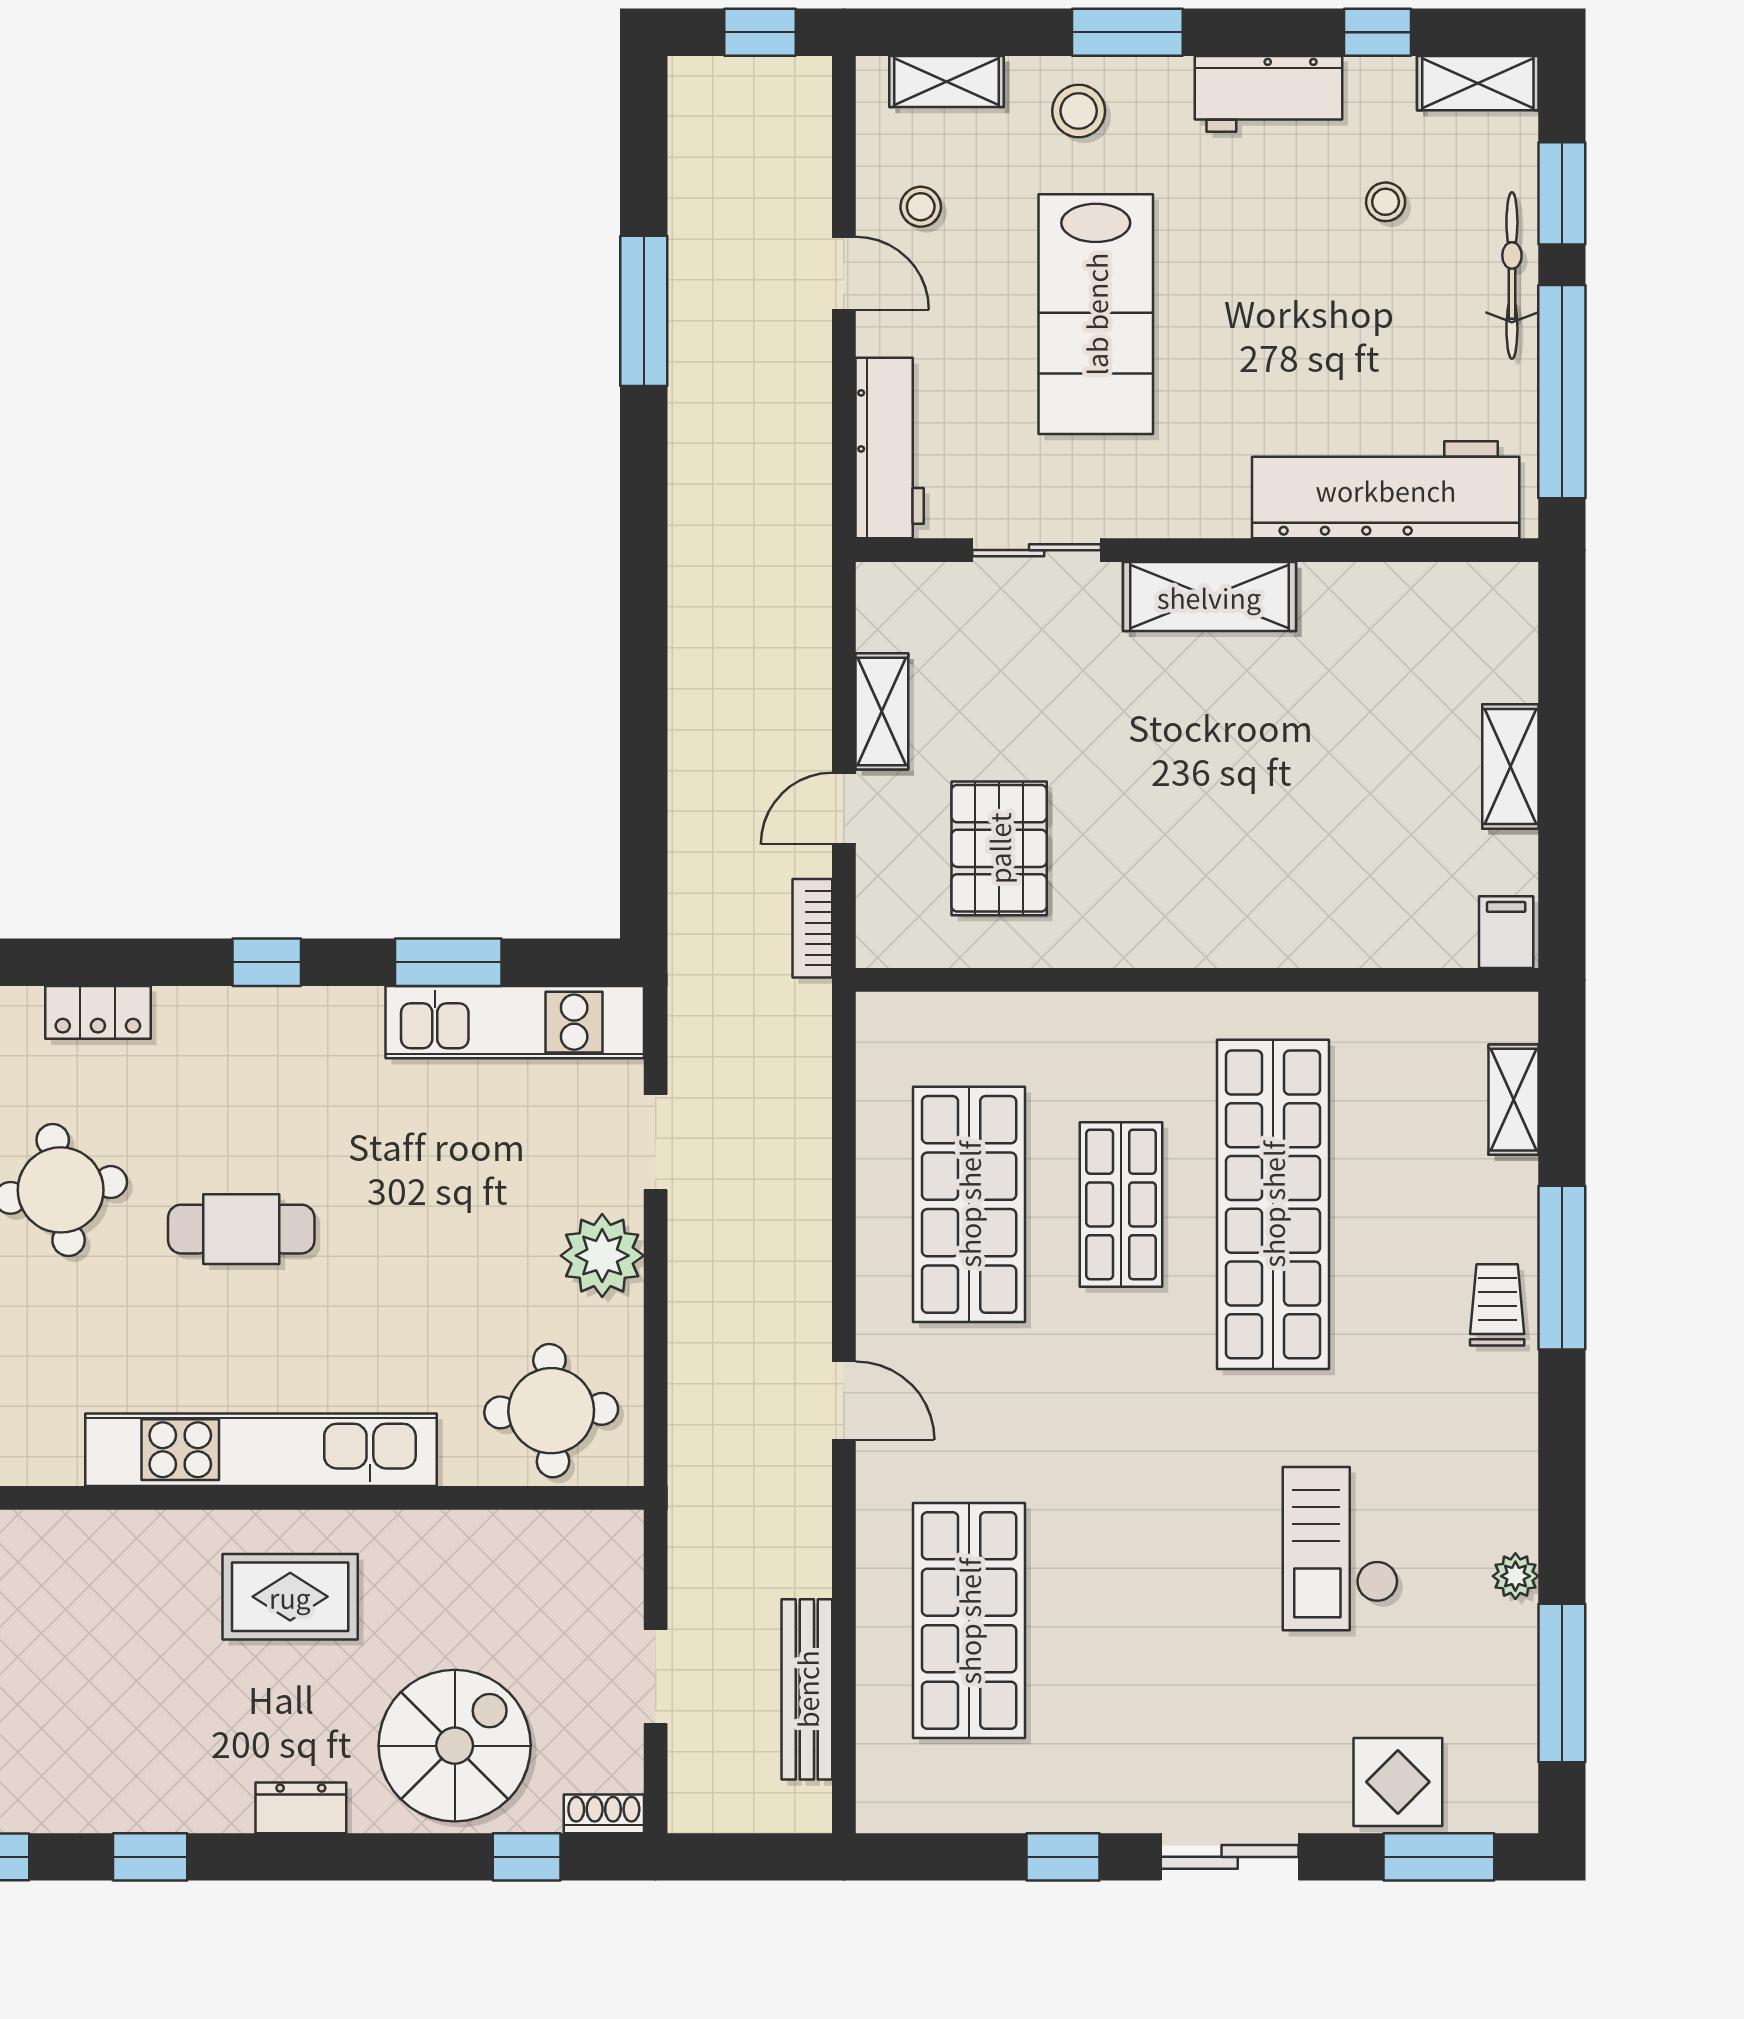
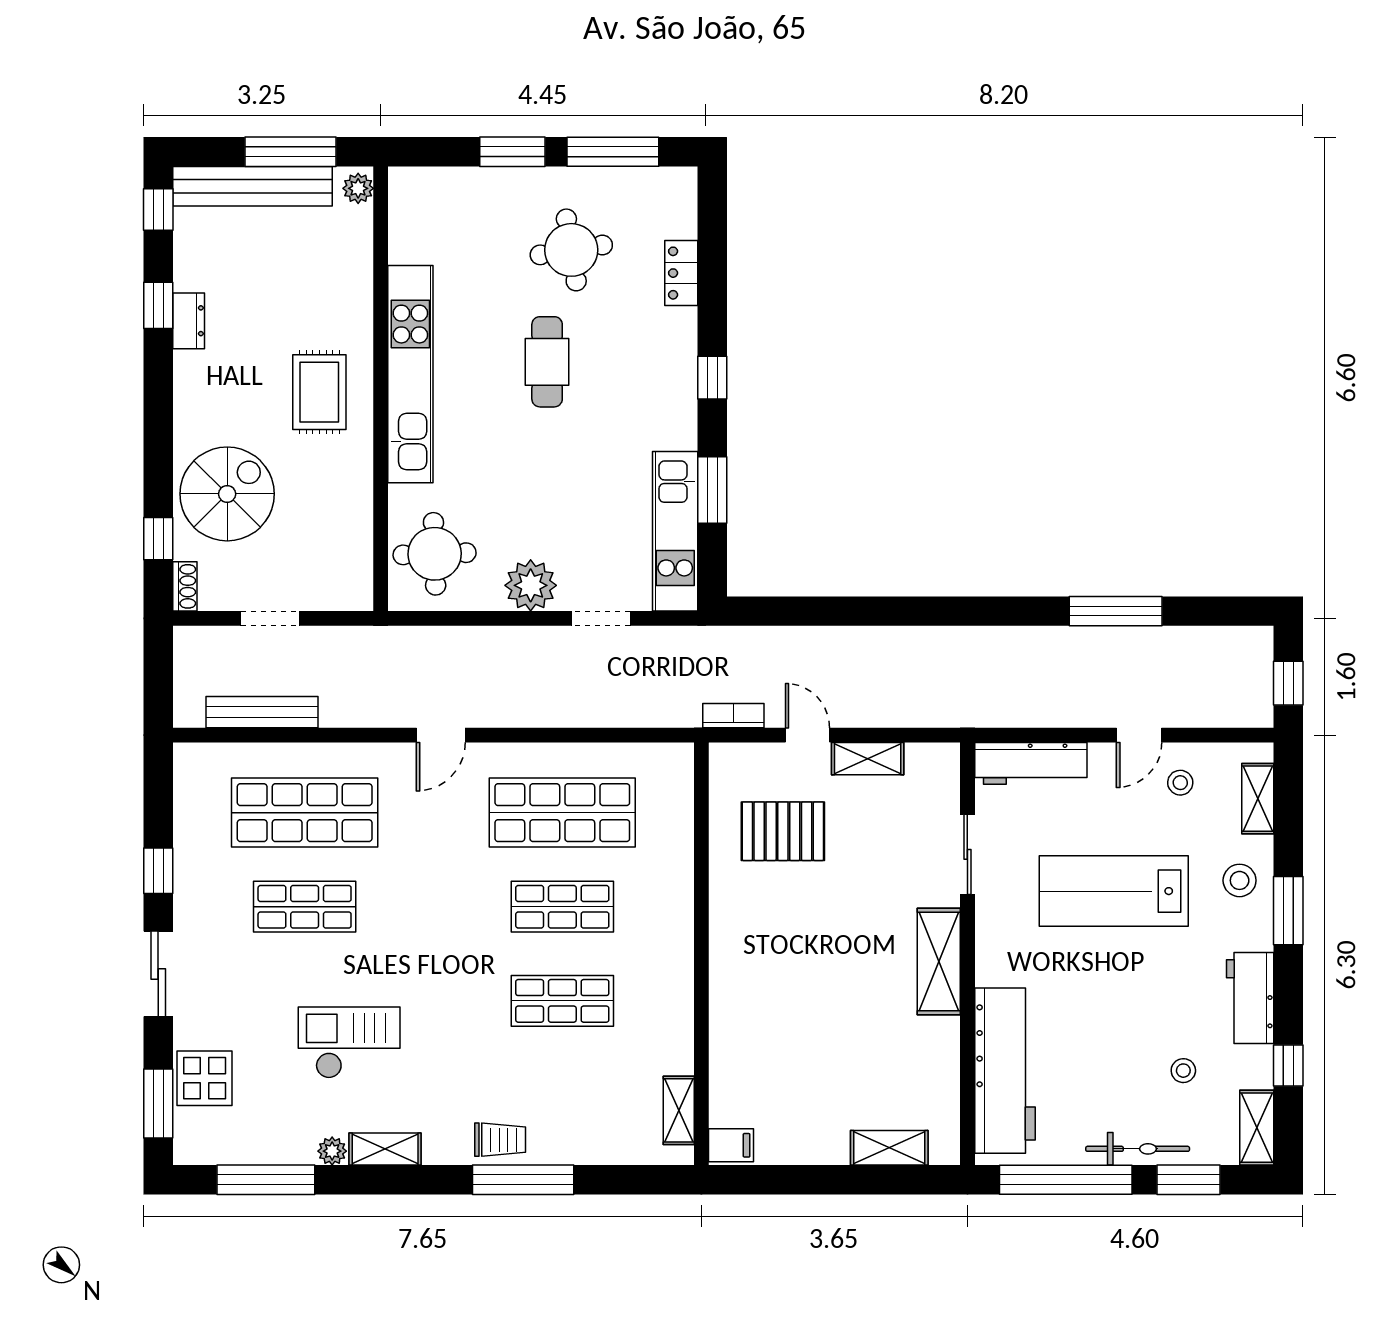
shelving: (1510, 766) -> (889, 1148), moved
shelving: (1514, 1100) -> (679, 1110), moved, turned 90
shop shelf: (1273, 1204) -> (562, 1001), width x0.50, depth x0.74
shelving: (1512, 1491) -> (385, 1149), added
shop shelf: (1121, 1621) -> (305, 907), added
spiral stairs: (455, 1746) -> (227, 494), turned -90
dresser: (301, 1808) -> (189, 321), moved

